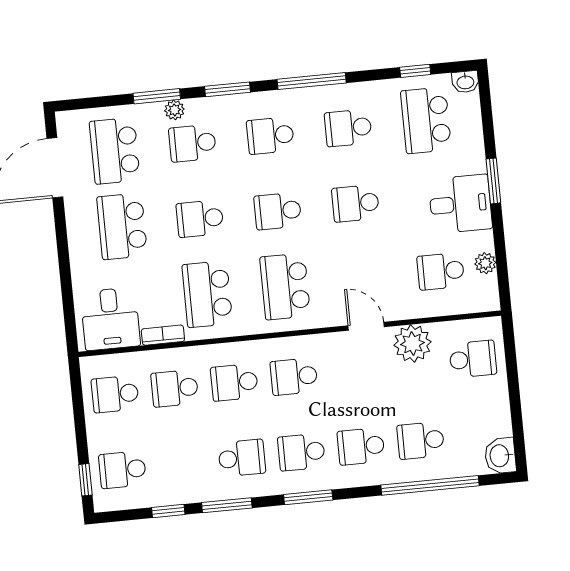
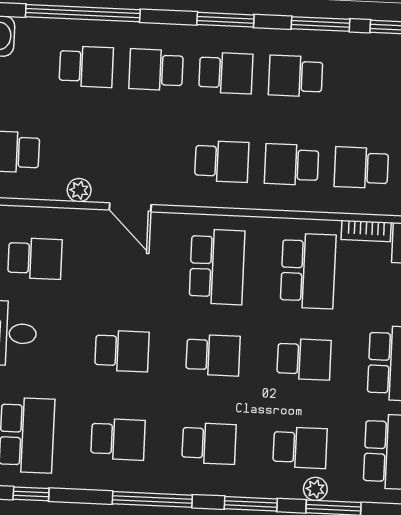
plant: (412, 343) -> (79, 190), width x0.53, depth x0.53
school desk: (234, 382) -> (292, 165), turned 180
school desk: (175, 388) -> (361, 168), turned 180
school desk: (361, 446) -> (156, 70), turned 180

